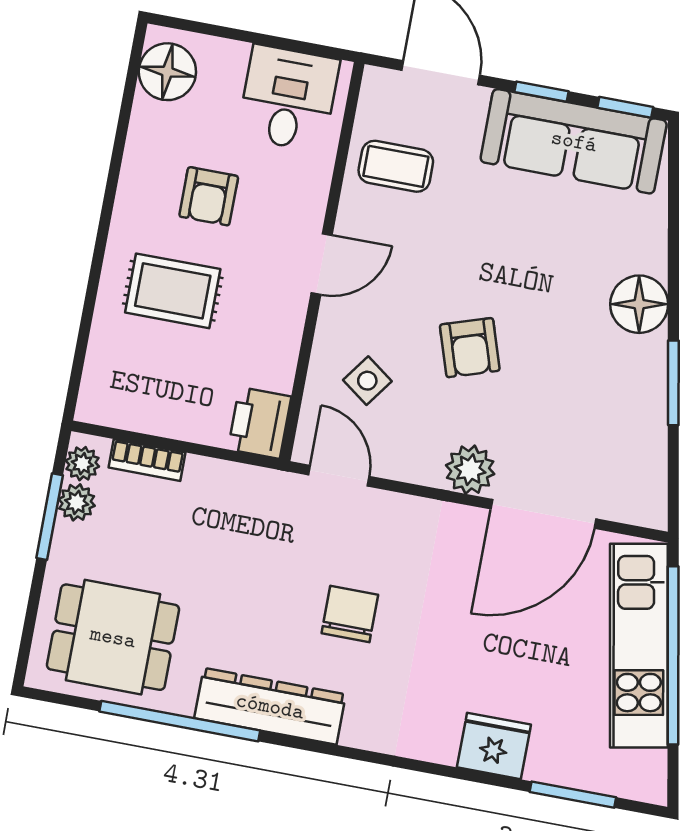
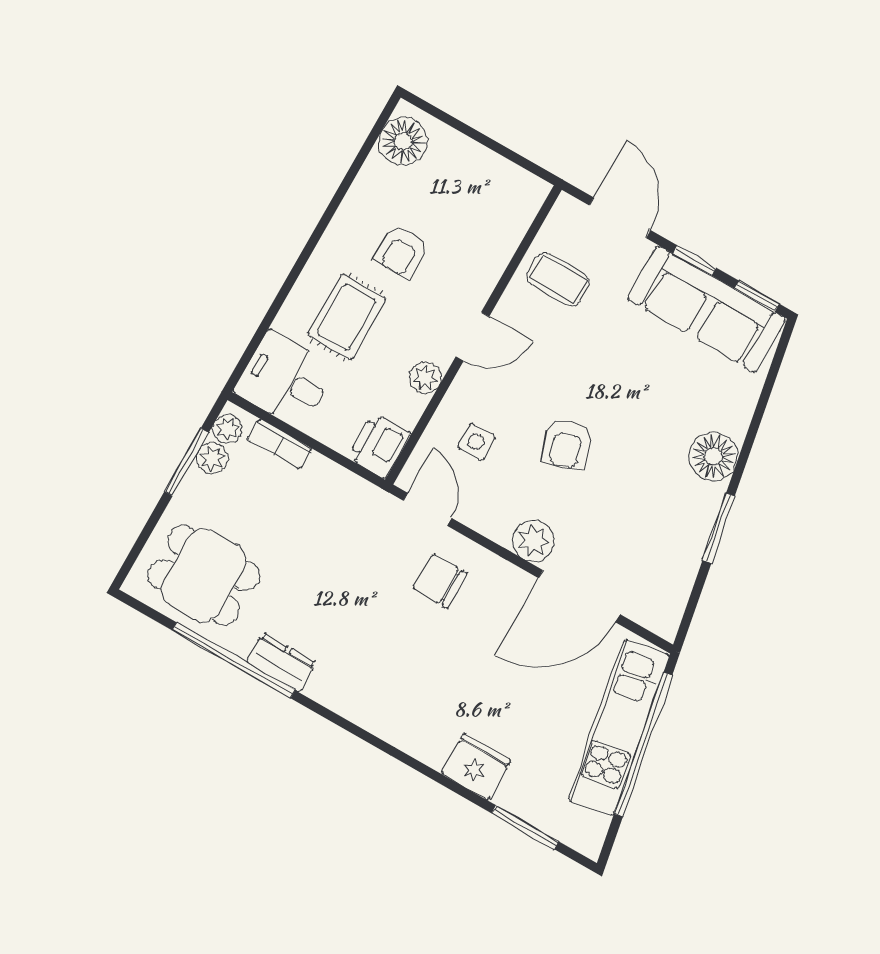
desk: (288, 98) -> (285, 380), moved, turned -90
rug: (173, 291) -> (347, 317), turned 90
plant: (285, 329) -> (426, 378), added
side table: (367, 381) -> (476, 442), turned -36
chair: (350, 614) -> (440, 581), moved, turned -90
dresser: (270, 706) -> (281, 662), width x0.51, depth x0.80

